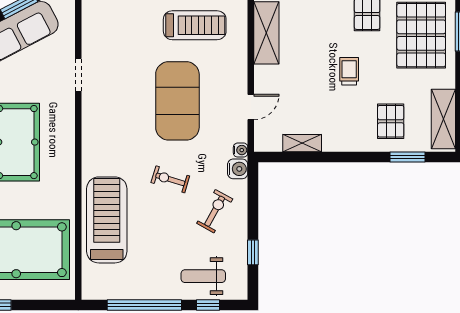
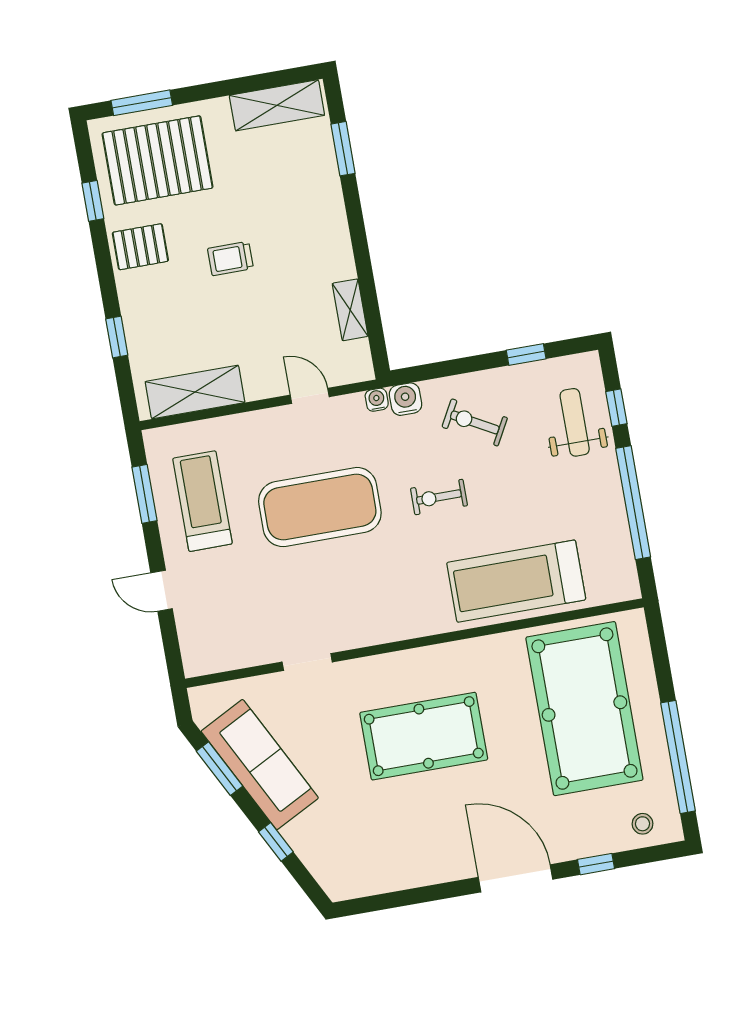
pallet: (391, 121) -> (294, 183), removed
exercise bike: (170, 179) -> (439, 497), turned 73
weight bench: (203, 276) -> (575, 422), turned 180

